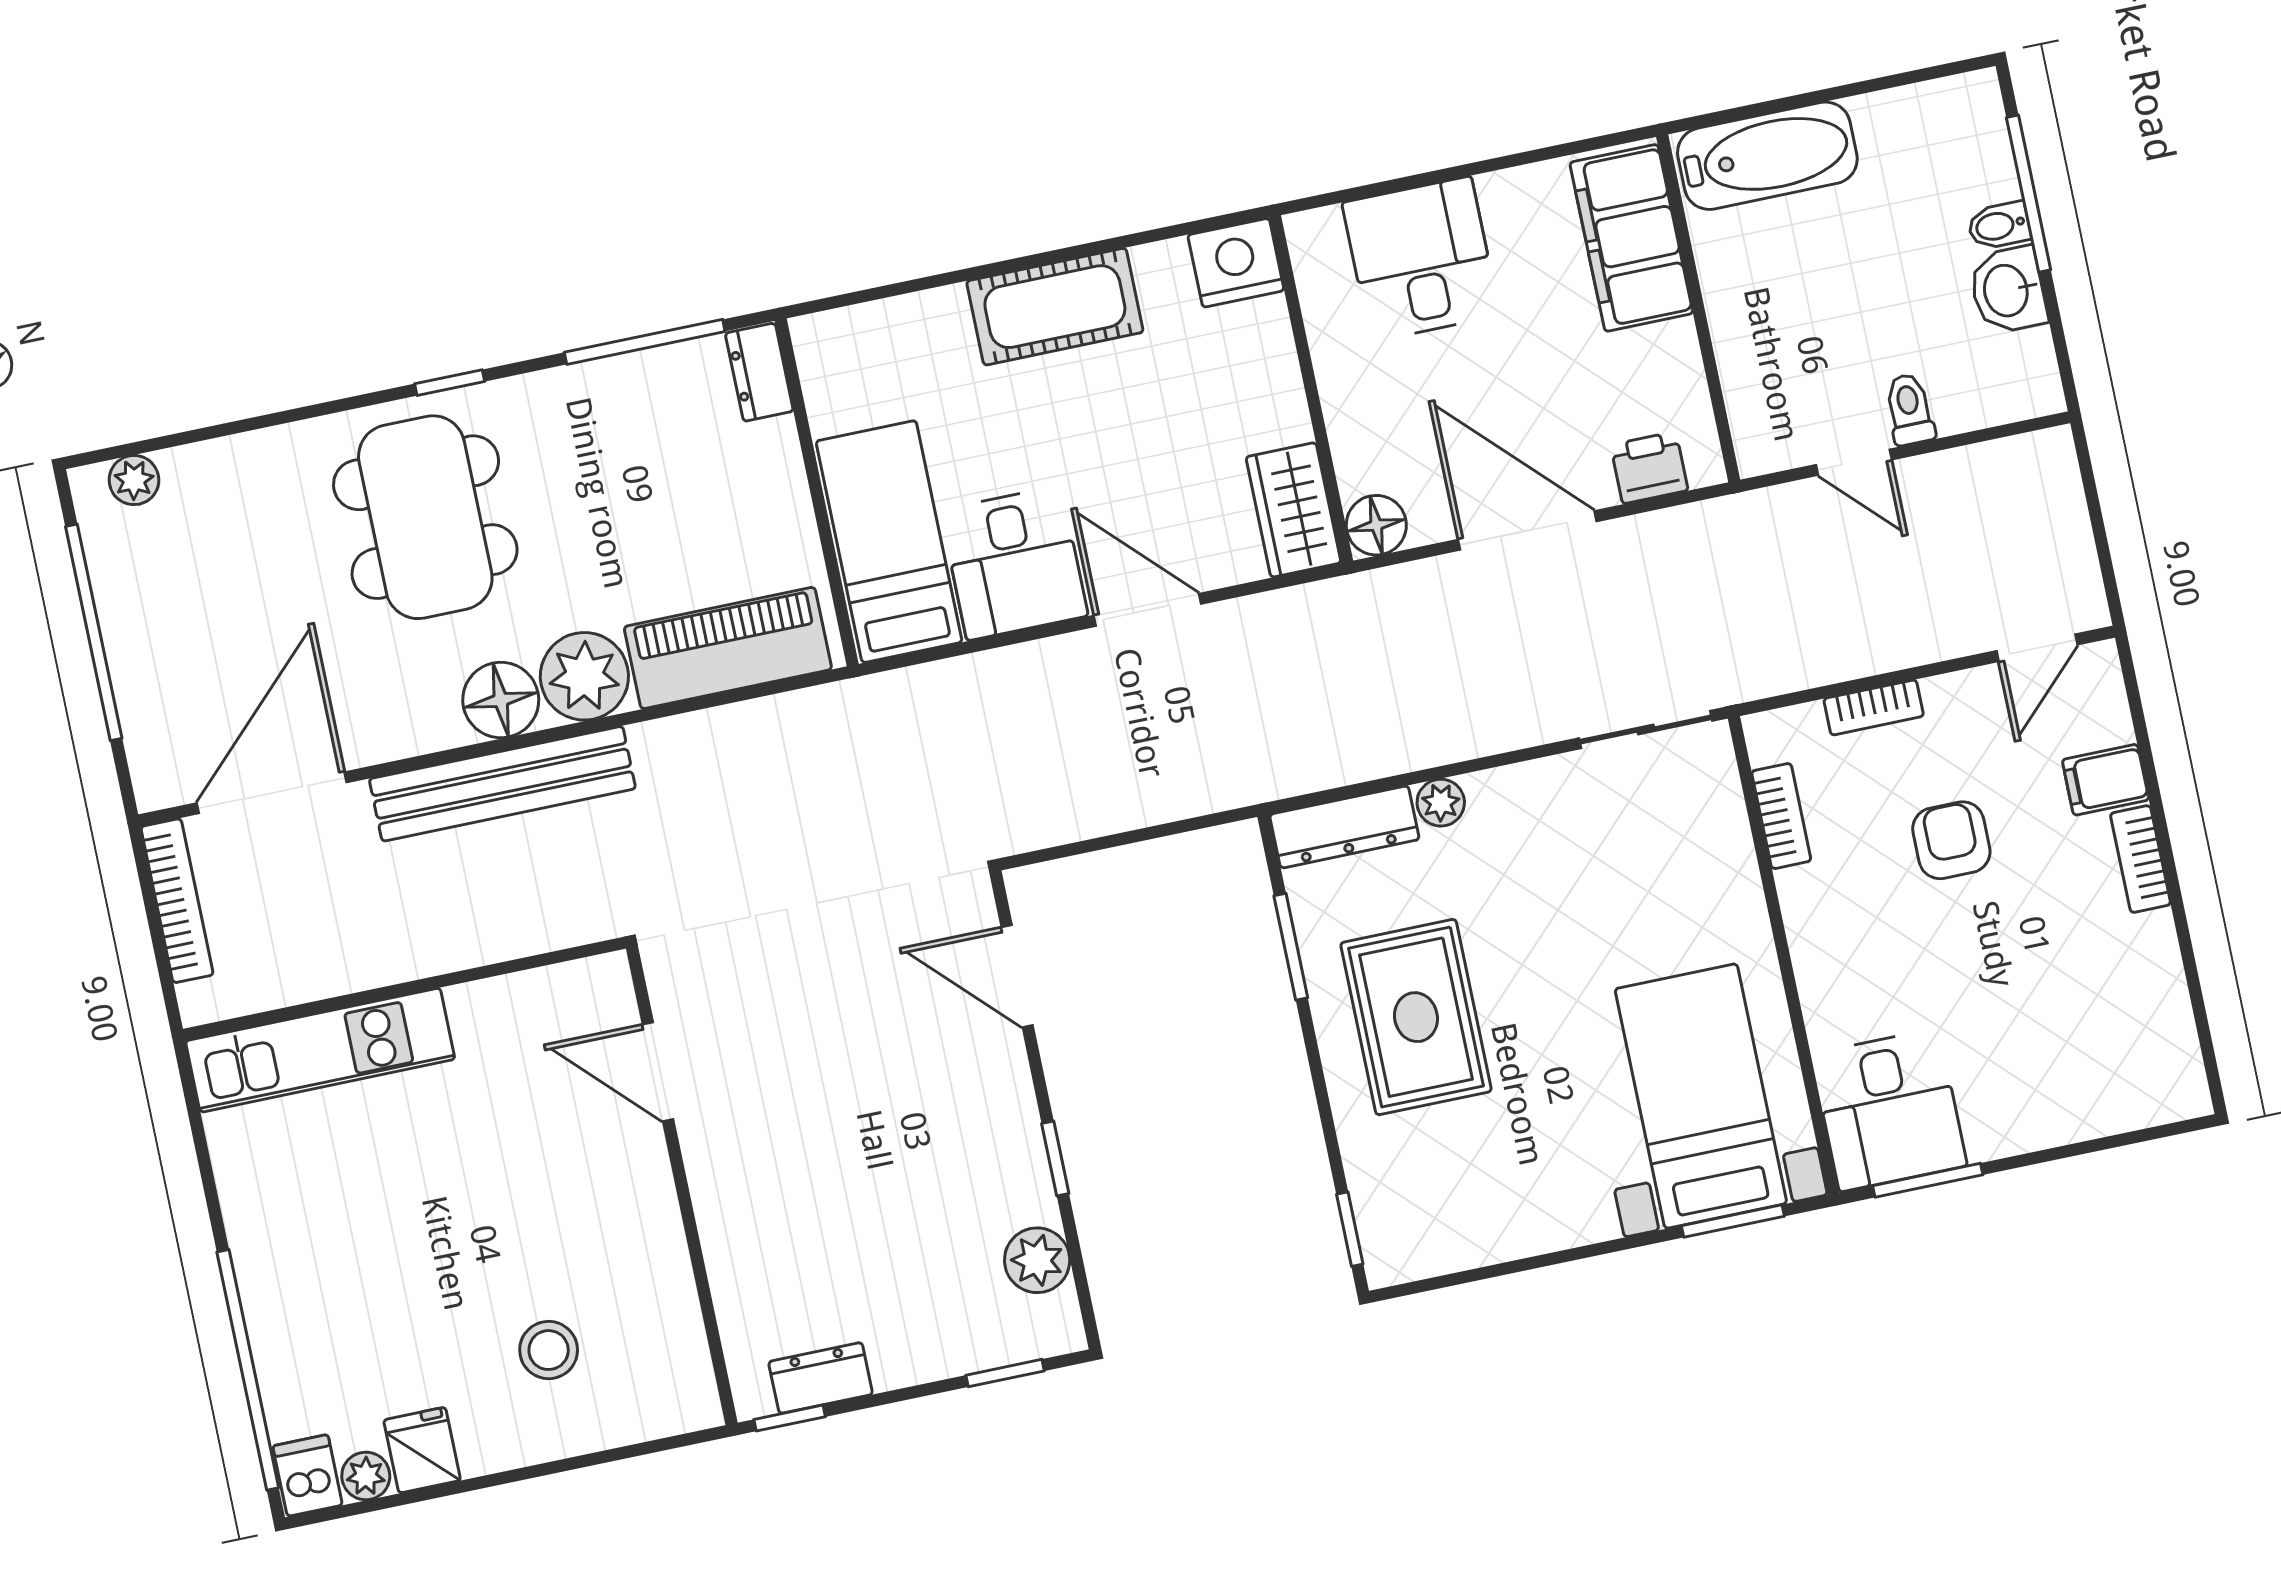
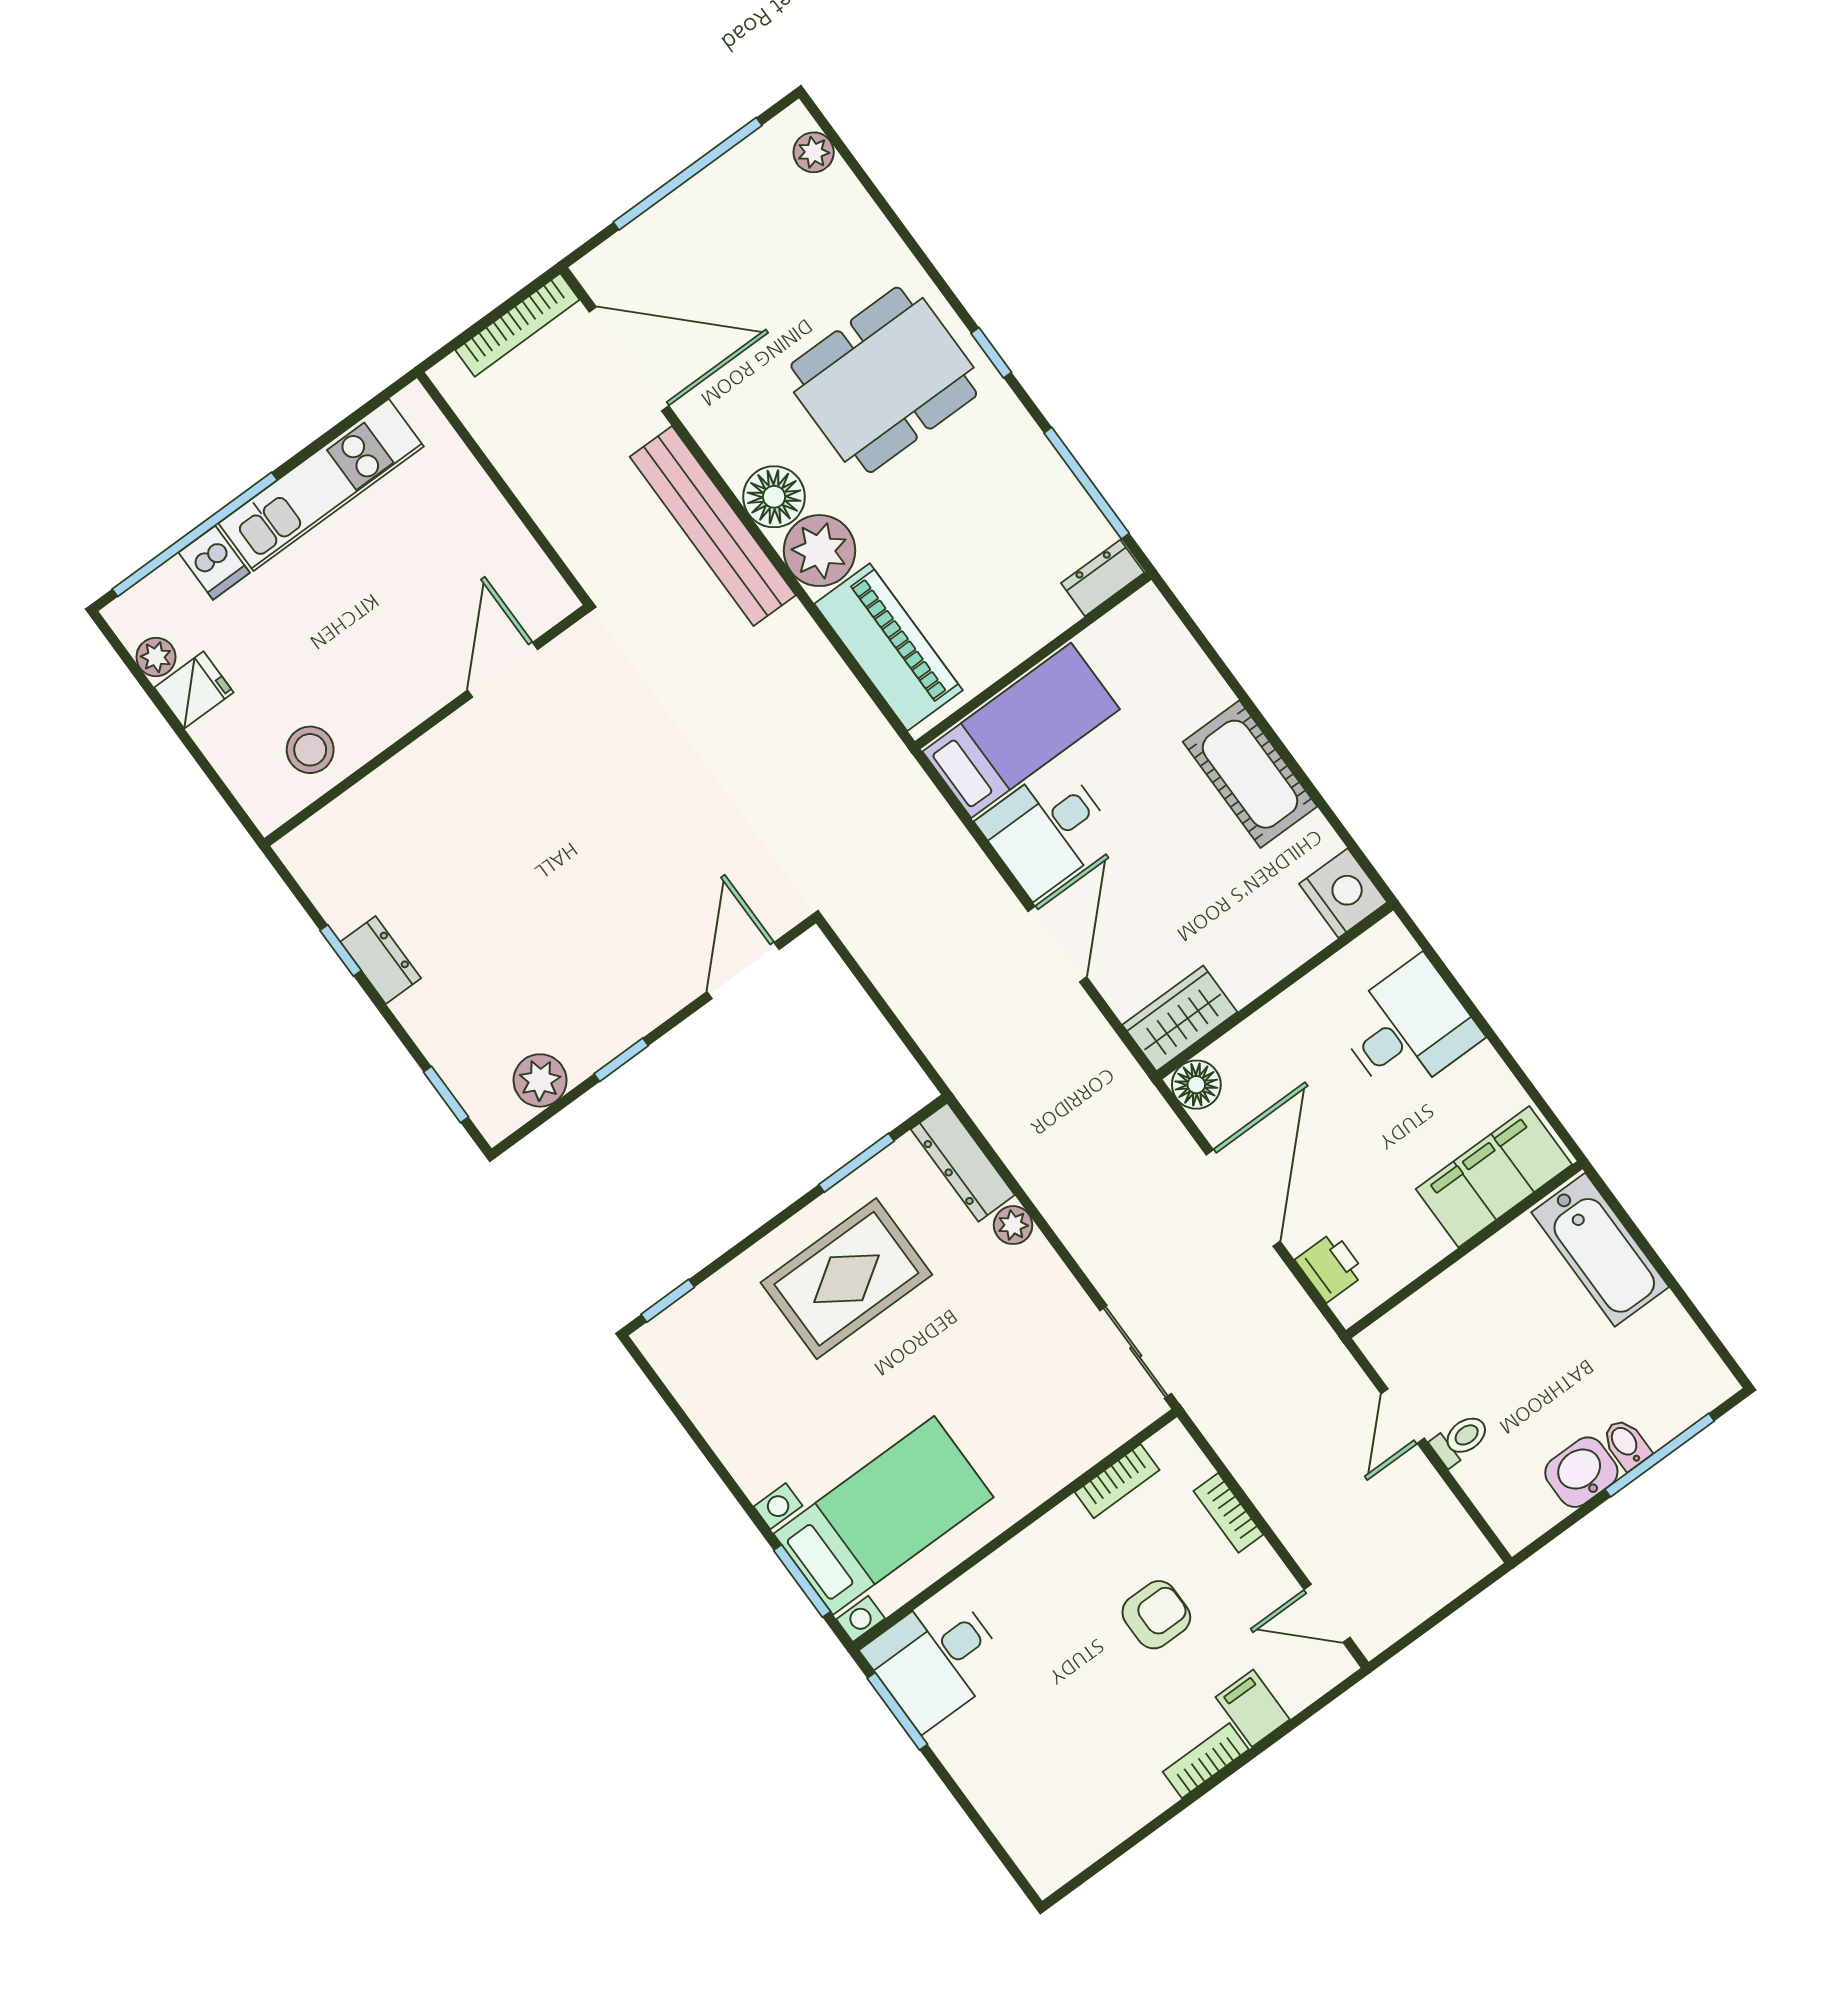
kitchen unit: (320, 1050) -> (321, 485), moved, turned -90
door: (658, 1072) -> (503, 670), moved
wall: (682, 1186) -> (427, 725), moved
dishwasher: (308, 1476) -> (214, 563), moved, turned 90

